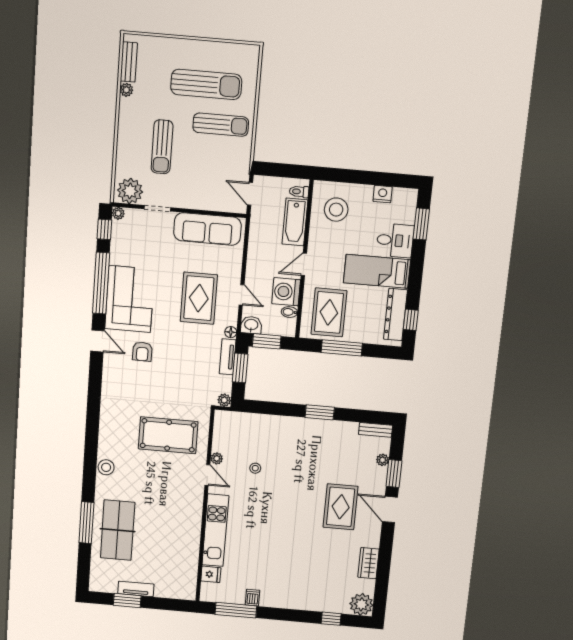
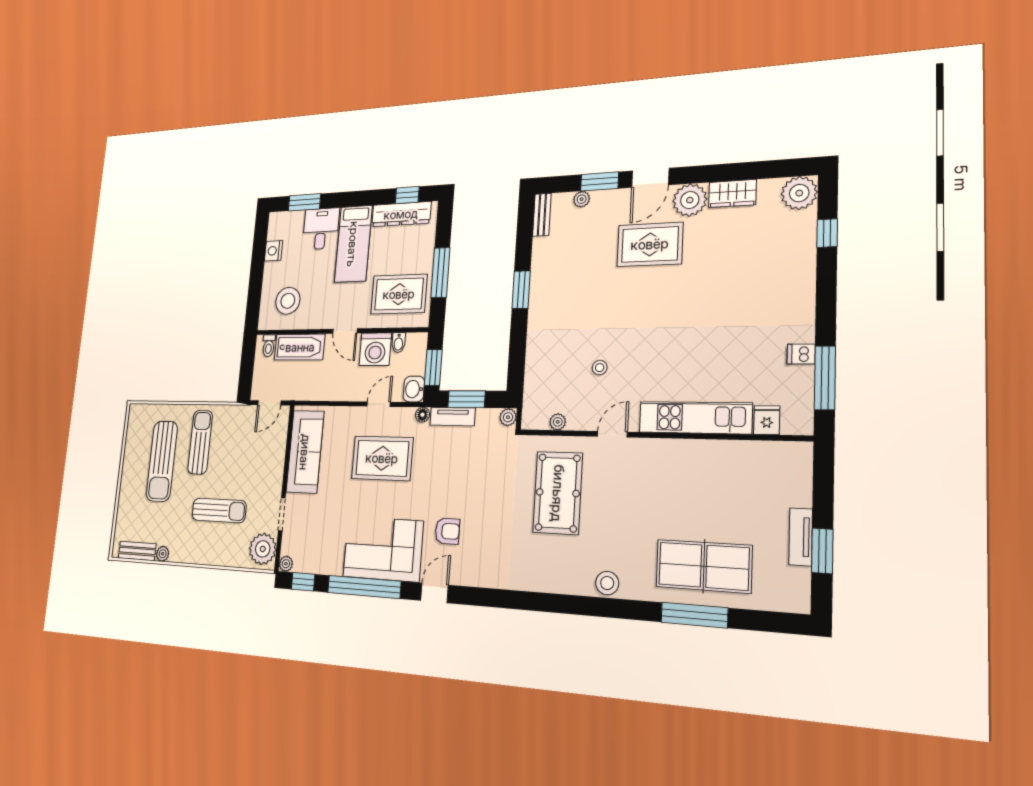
sun lounger: (206, 84) -> (162, 461), turned 180
plant: (217, 458) -> (558, 422), moved
plant: (369, 535) -> (690, 200), added

